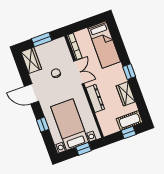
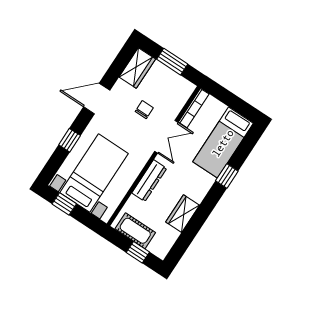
window: (129, 72) -> (227, 176), moved
door: (31, 94) -> (97, 99), hinge flipped
cot: (130, 121) -> (135, 231), moved
window: (84, 149) -> (64, 204), moved

